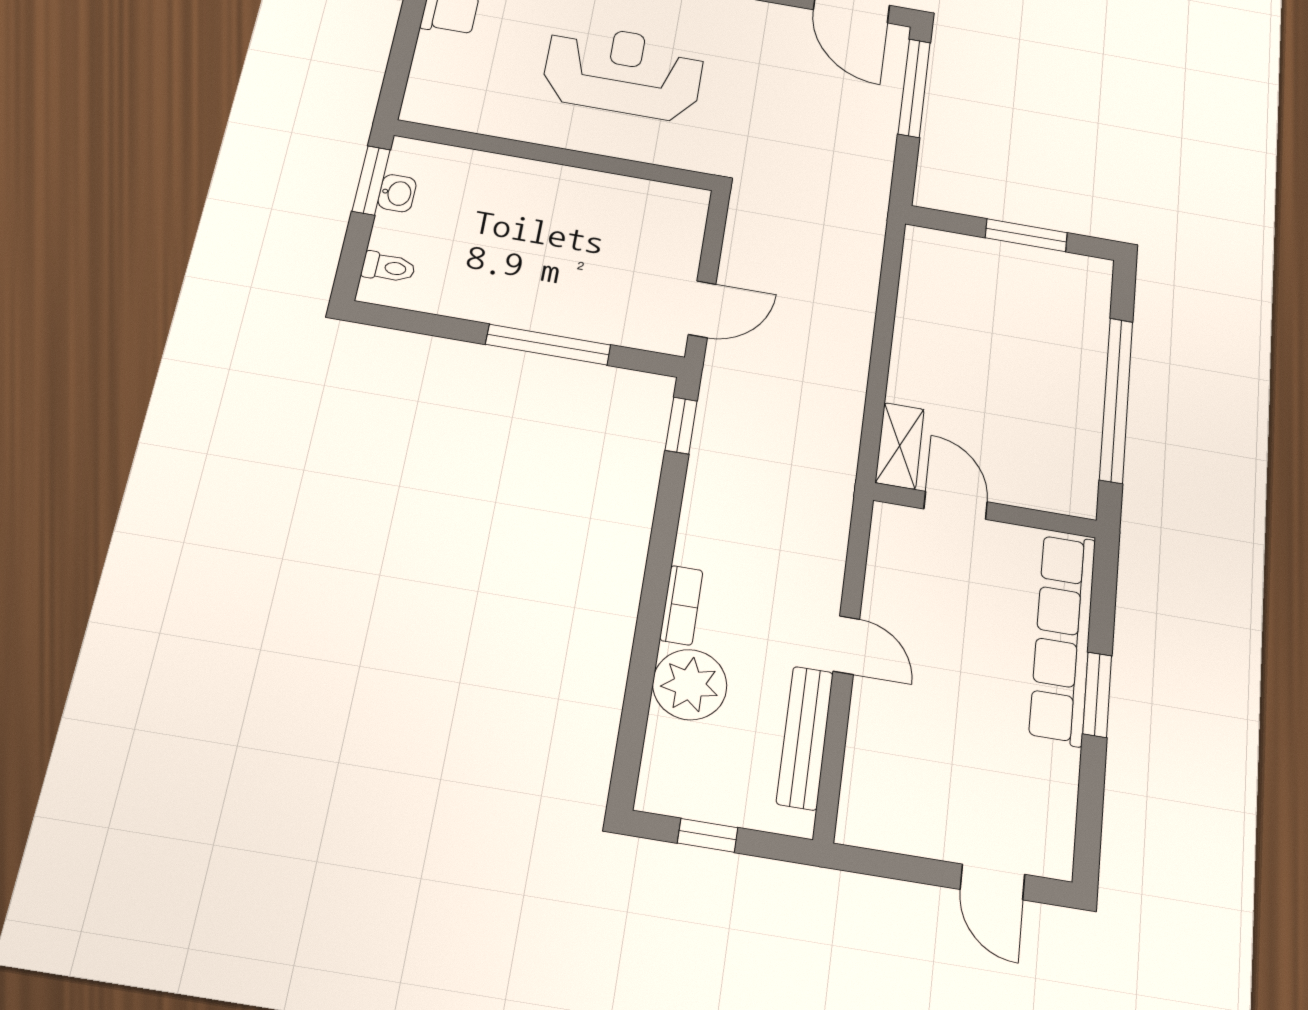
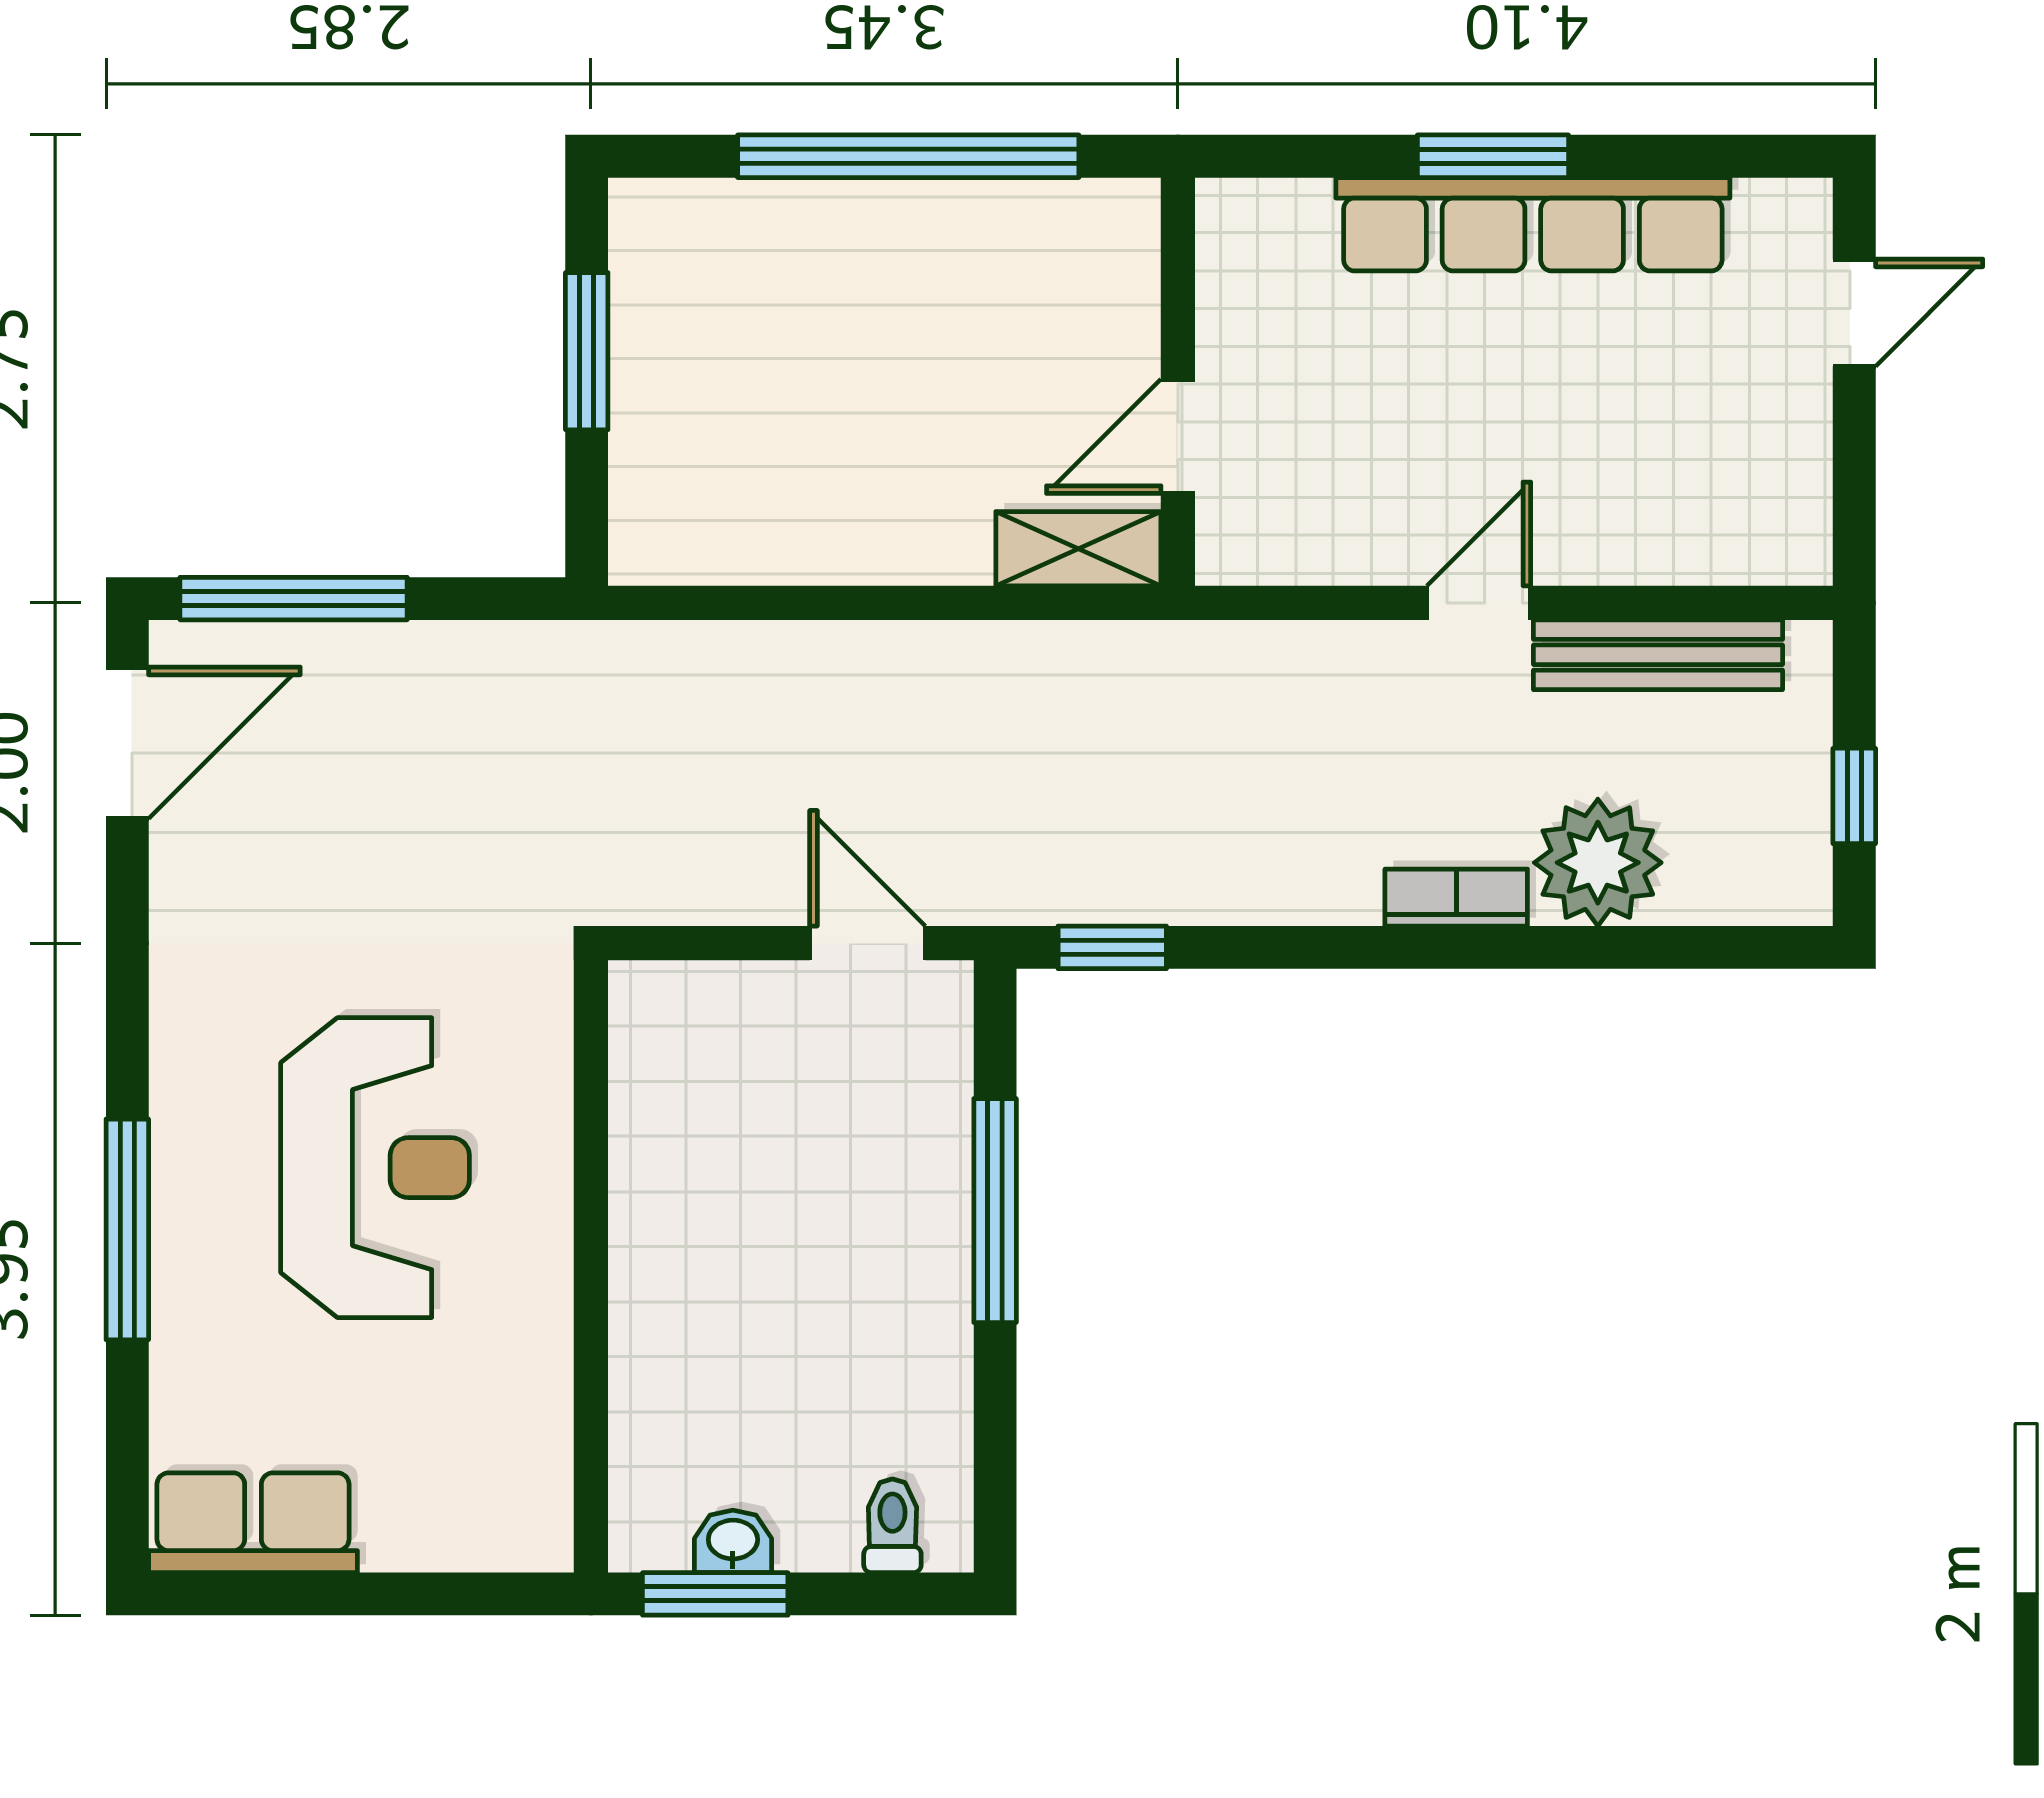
reception desk: (623, 72) -> (375, 1168), turned 180
row of seats: (1063, 638) -> (1533, 224), moved

